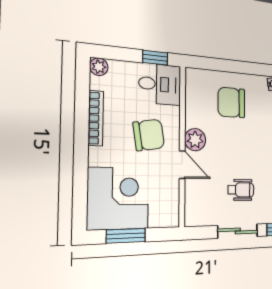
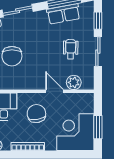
plant: (195, 140) -> (74, 82), moved
door: (182, 165) -> (54, 91), hinge flipped

